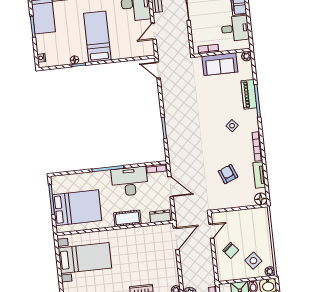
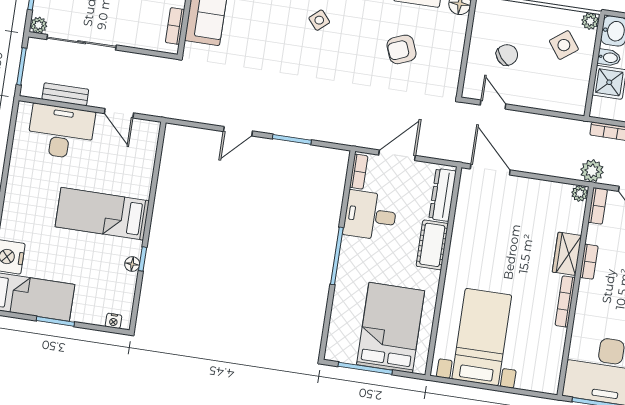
door: (158, 70) -> (238, 131), moved
desk: (130, 181) -> (370, 215), width x0.73
dresser: (160, 216) -> (443, 195), width x1.44
chair: (231, 250) -> (507, 55), moved

